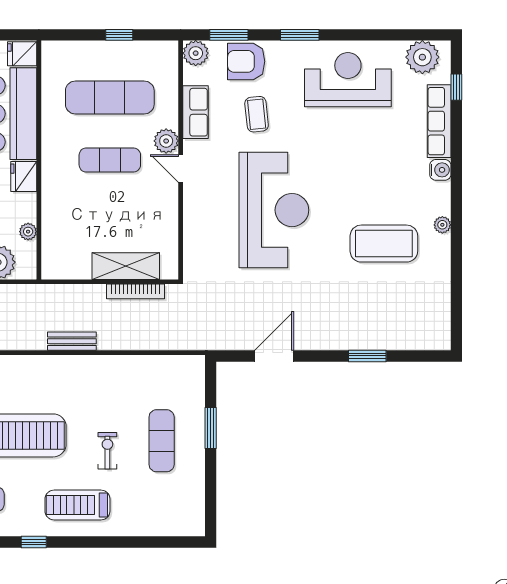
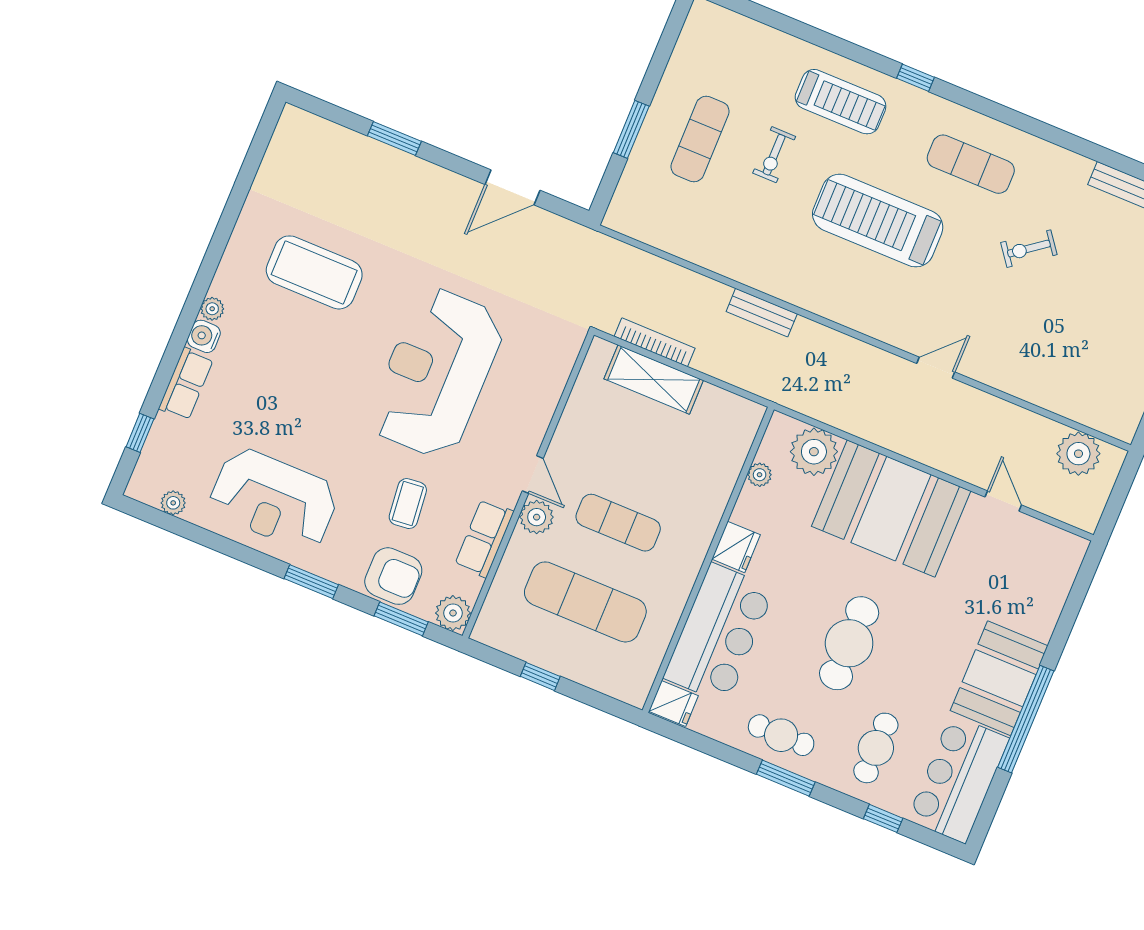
plant: (422, 57) -> (173, 503), width x0.53, depth x0.53
row of seats: (439, 121) -> (186, 384), width x0.68
plant: (442, 225) -> (212, 309), moved

